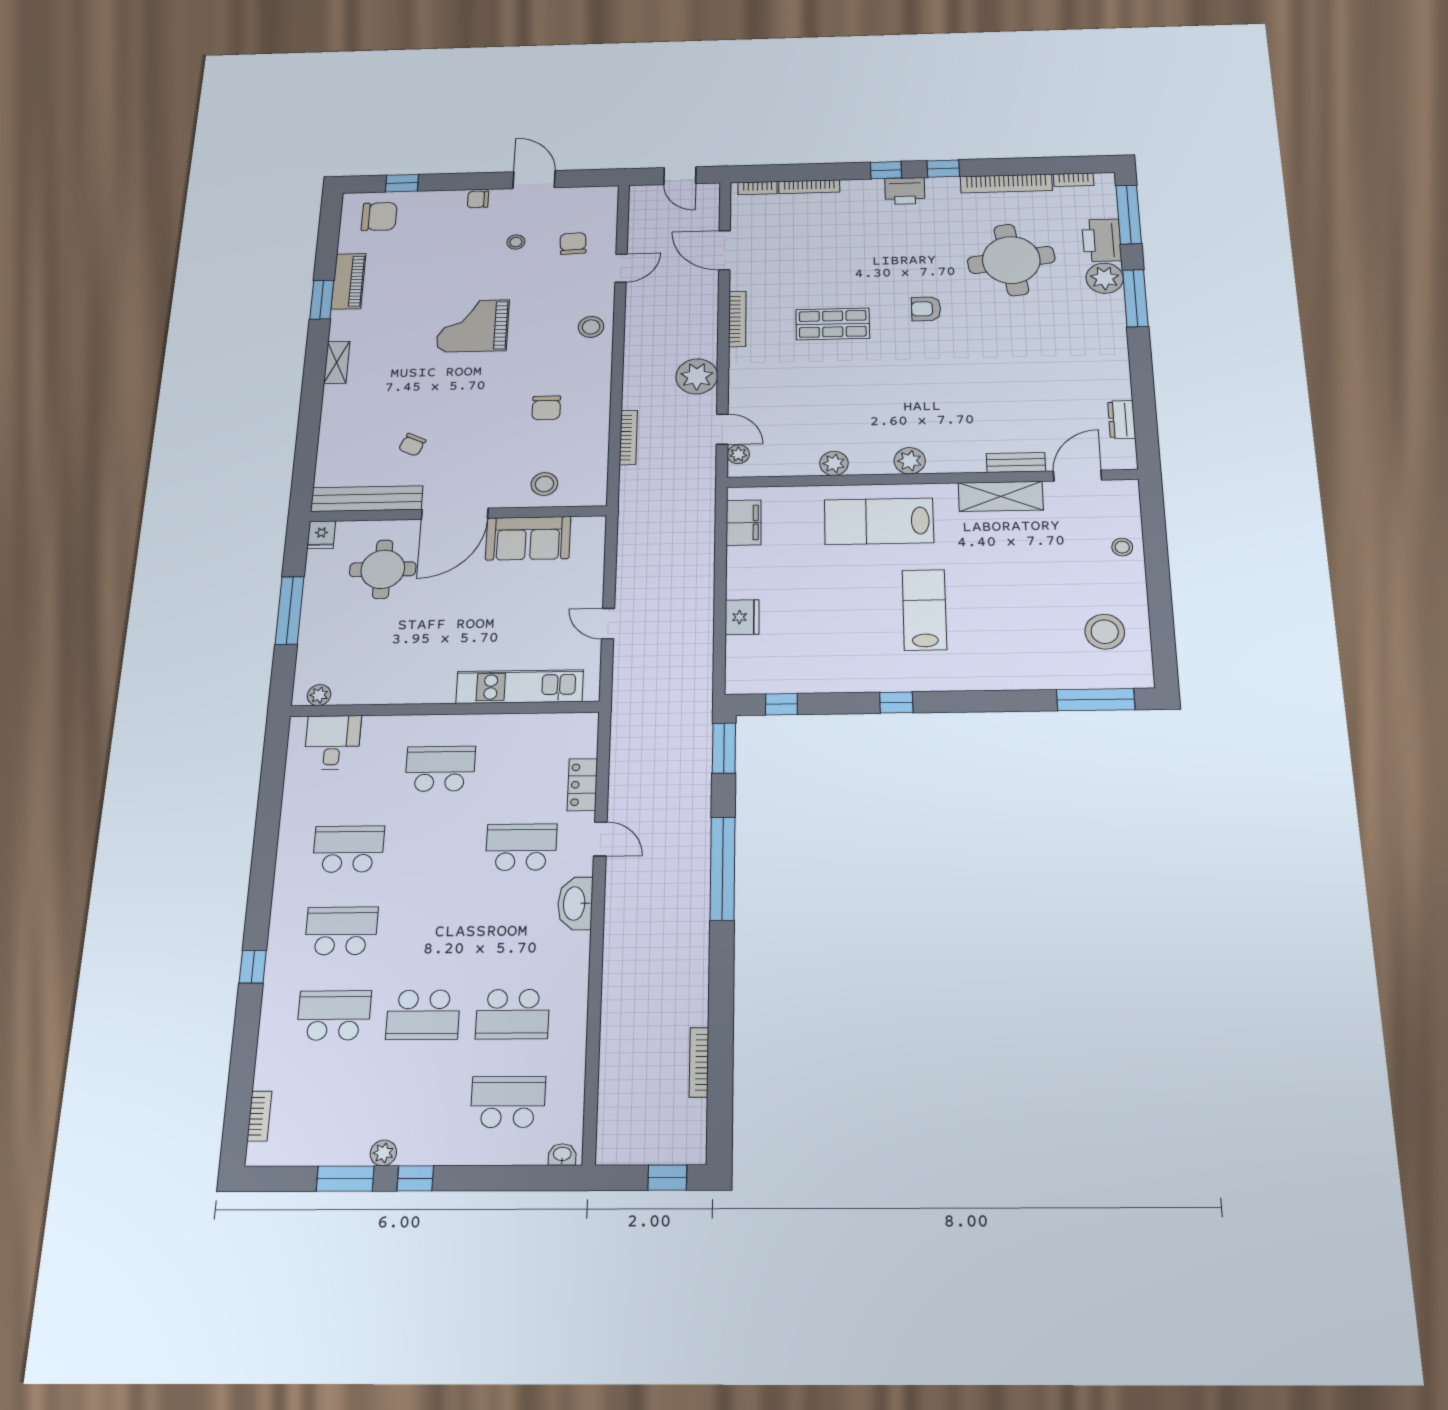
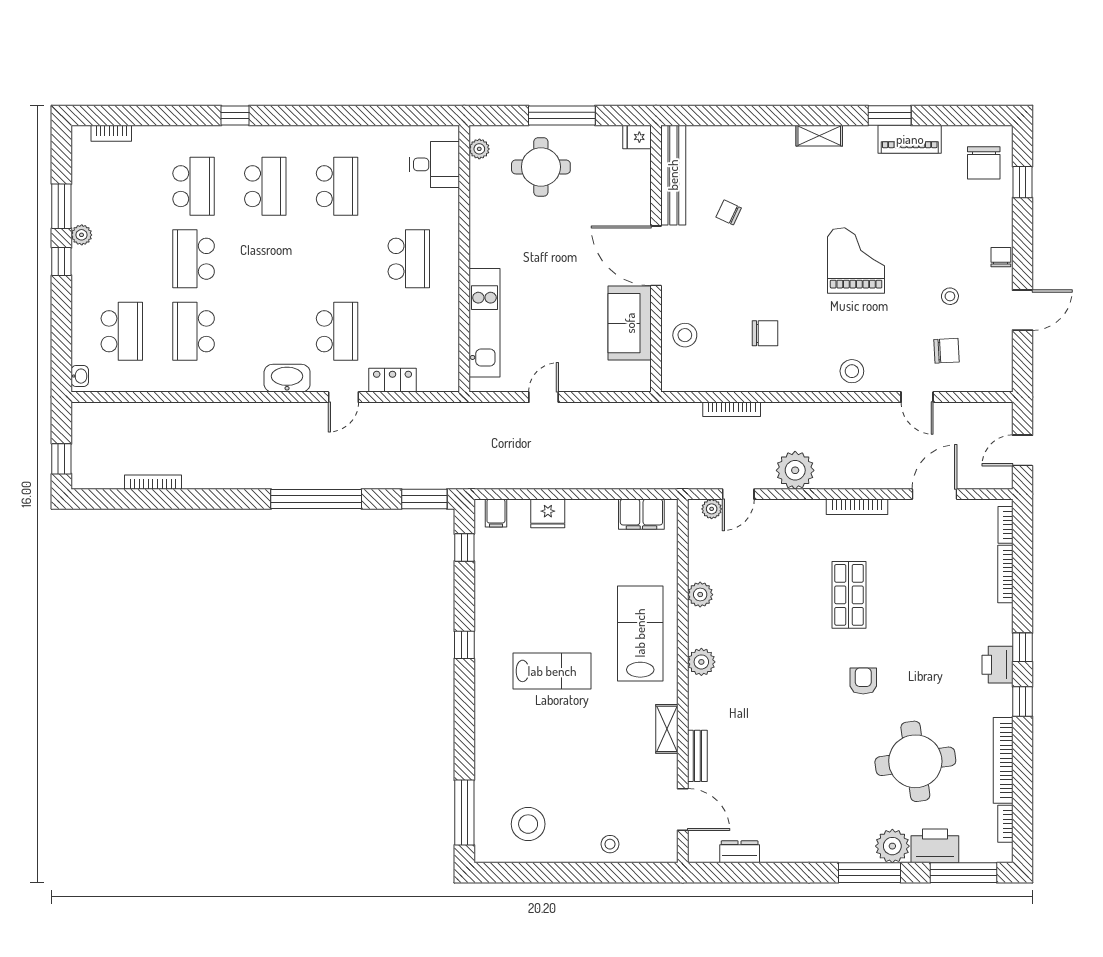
chair: (546, 408) -> (765, 333), turned 180
shelving: (1001, 496) -> (667, 729), width x0.67, depth x0.75
round table: (383, 569) -> (541, 167), moved
filing cabinet: (741, 671) -> (496, 513), added

